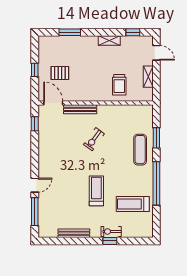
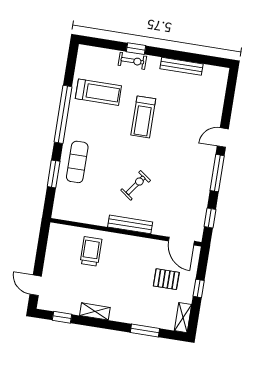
shelving: (148, 77) -> (183, 318), moved
bench: (80, 109) -> (130, 224), moved
window: (35, 212) -> (217, 173), moved

